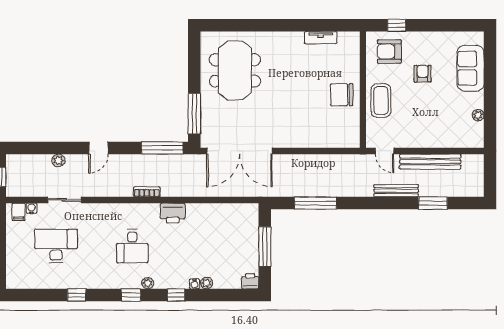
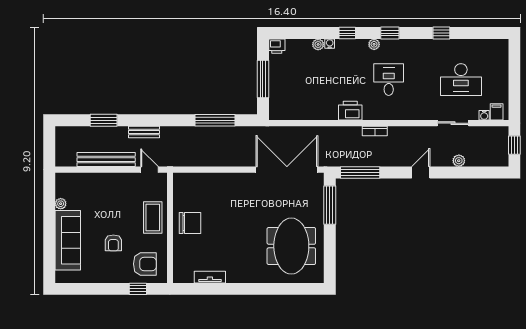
sofa: (471, 68) -> (68, 240), width x1.36
bench: (396, 191) -> (144, 132), width x0.73

